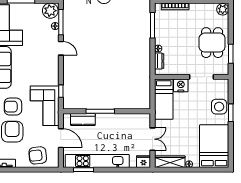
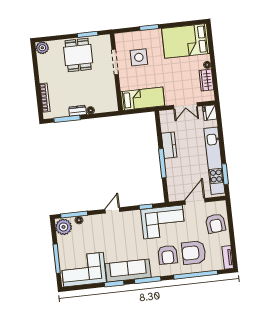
dining table: (212, 43) -> (78, 55), turned 90
door: (61, 48) -> (112, 210), moved
dresser: (159, 61) -> (77, 111), moved
nightstand: (181, 85) -> (126, 83), removed
side table: (219, 107) -> (139, 57), moved
kitchen counter: (83, 119) -> (169, 145), moved
double door: (153, 139) -> (185, 106), swing flipped
wardrobe: (170, 162) -> (206, 80), width x0.67

